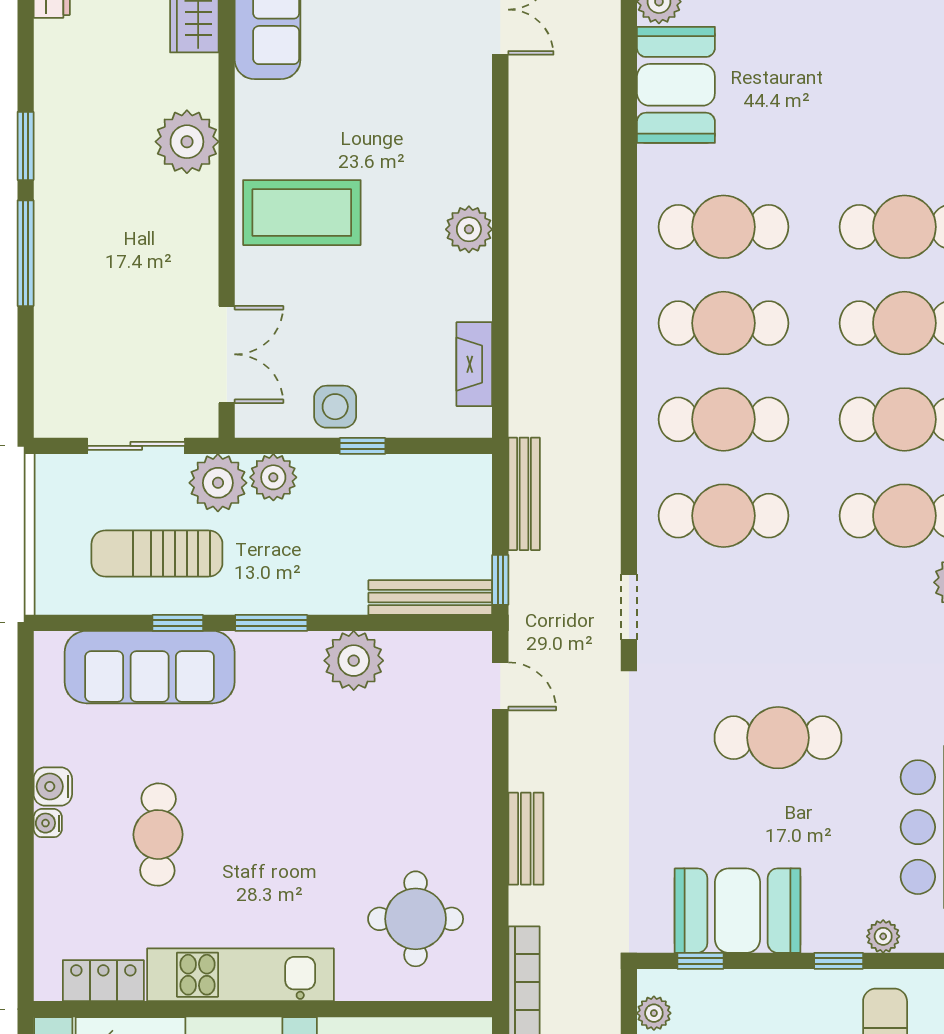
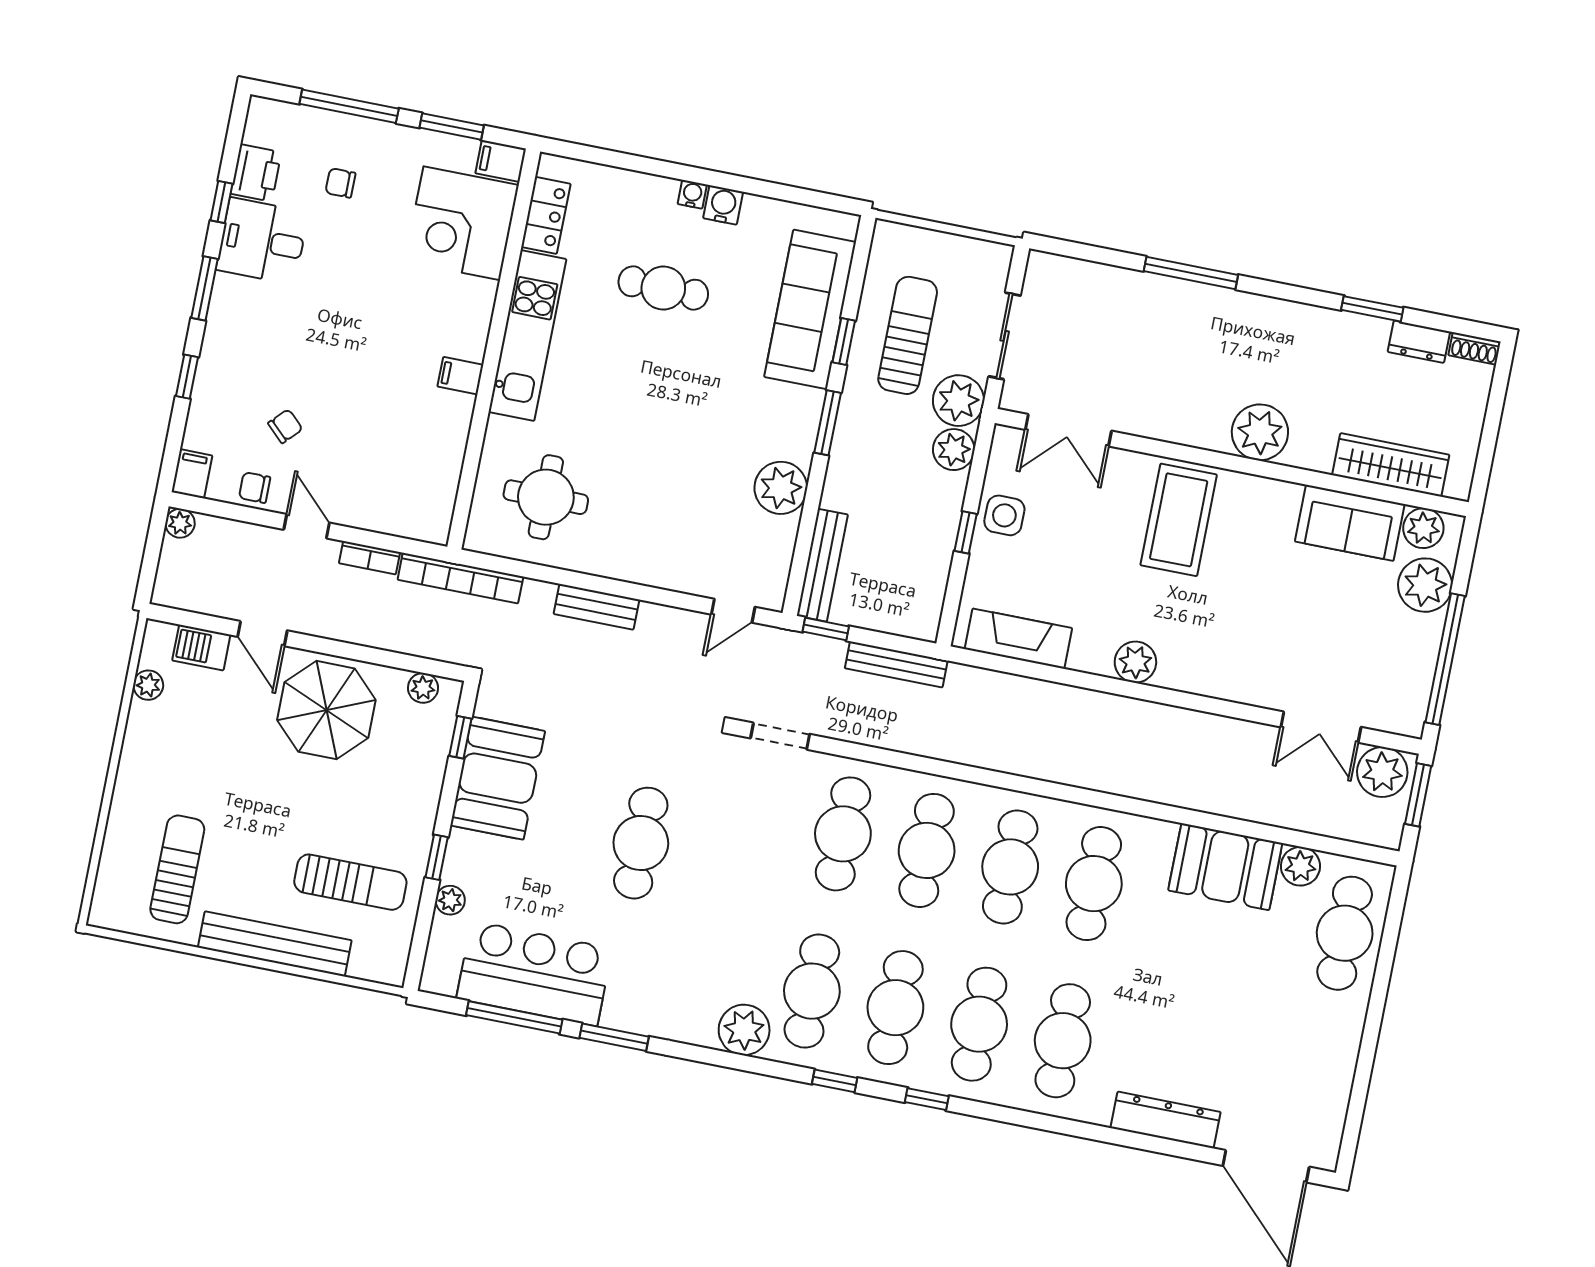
window: (26, 146) -> (1372, 309), moved
fireplace: (474, 364) -> (1018, 639), width x1.37, depth x1.32

